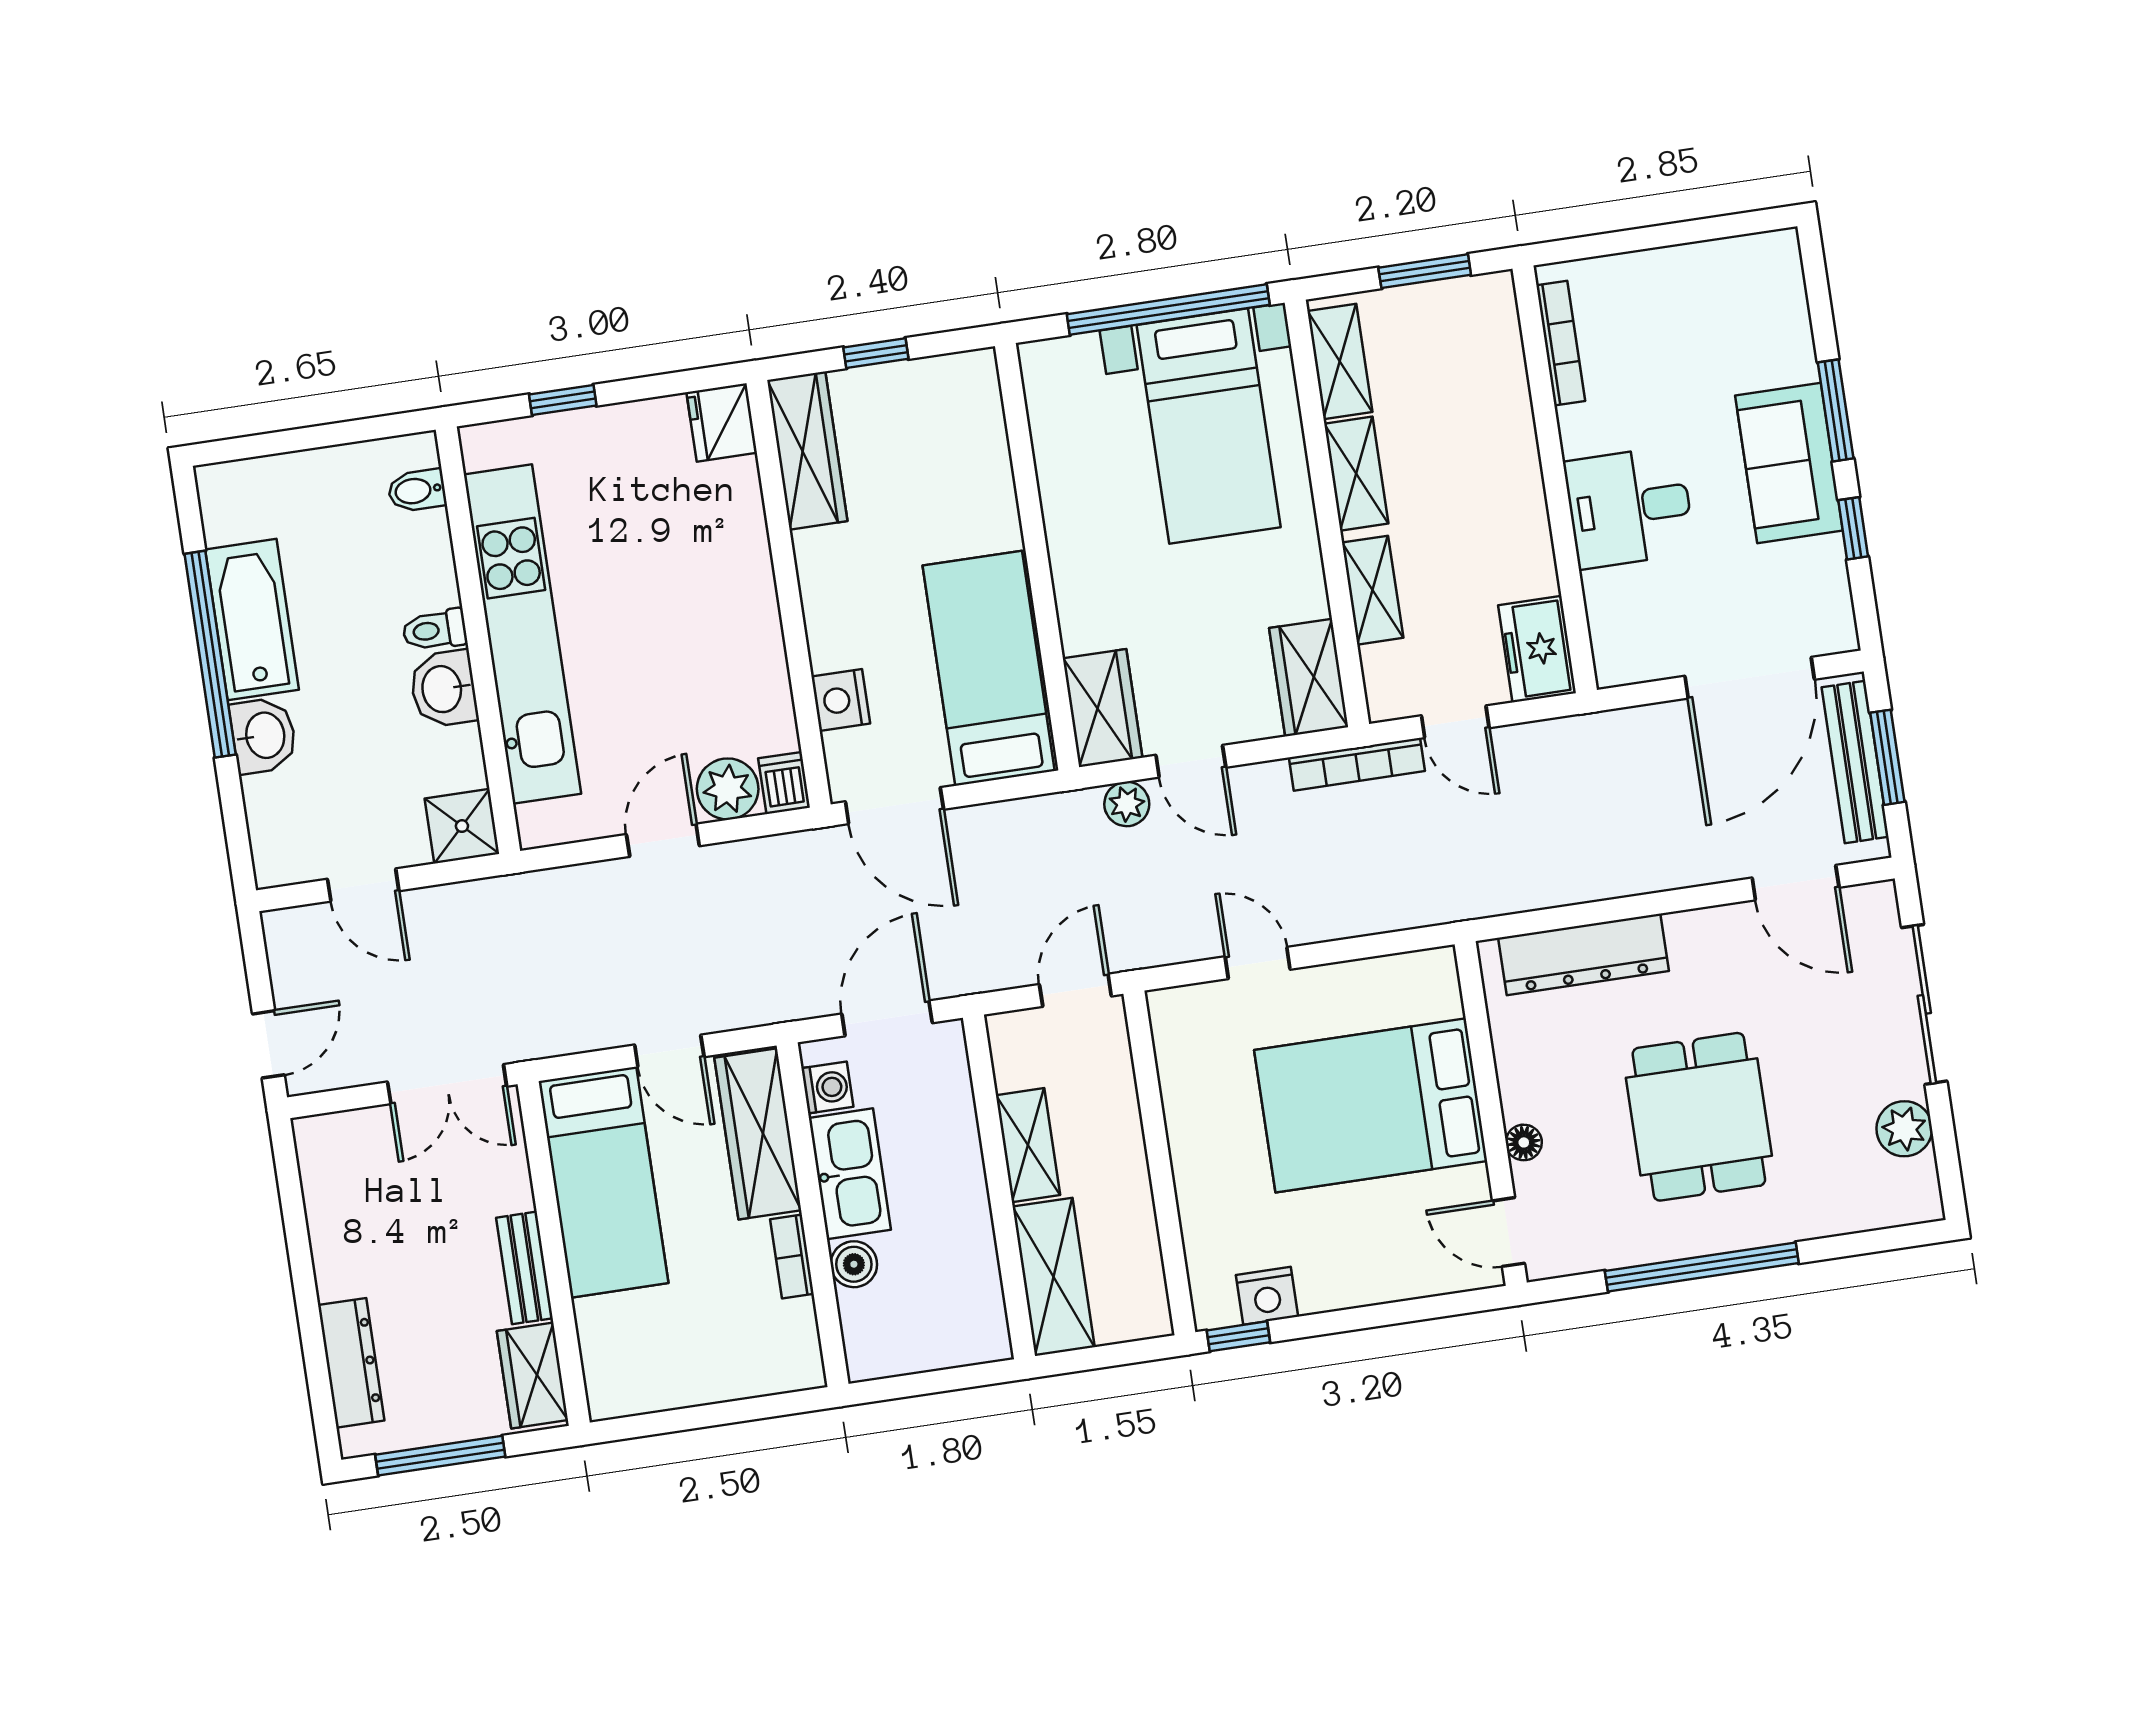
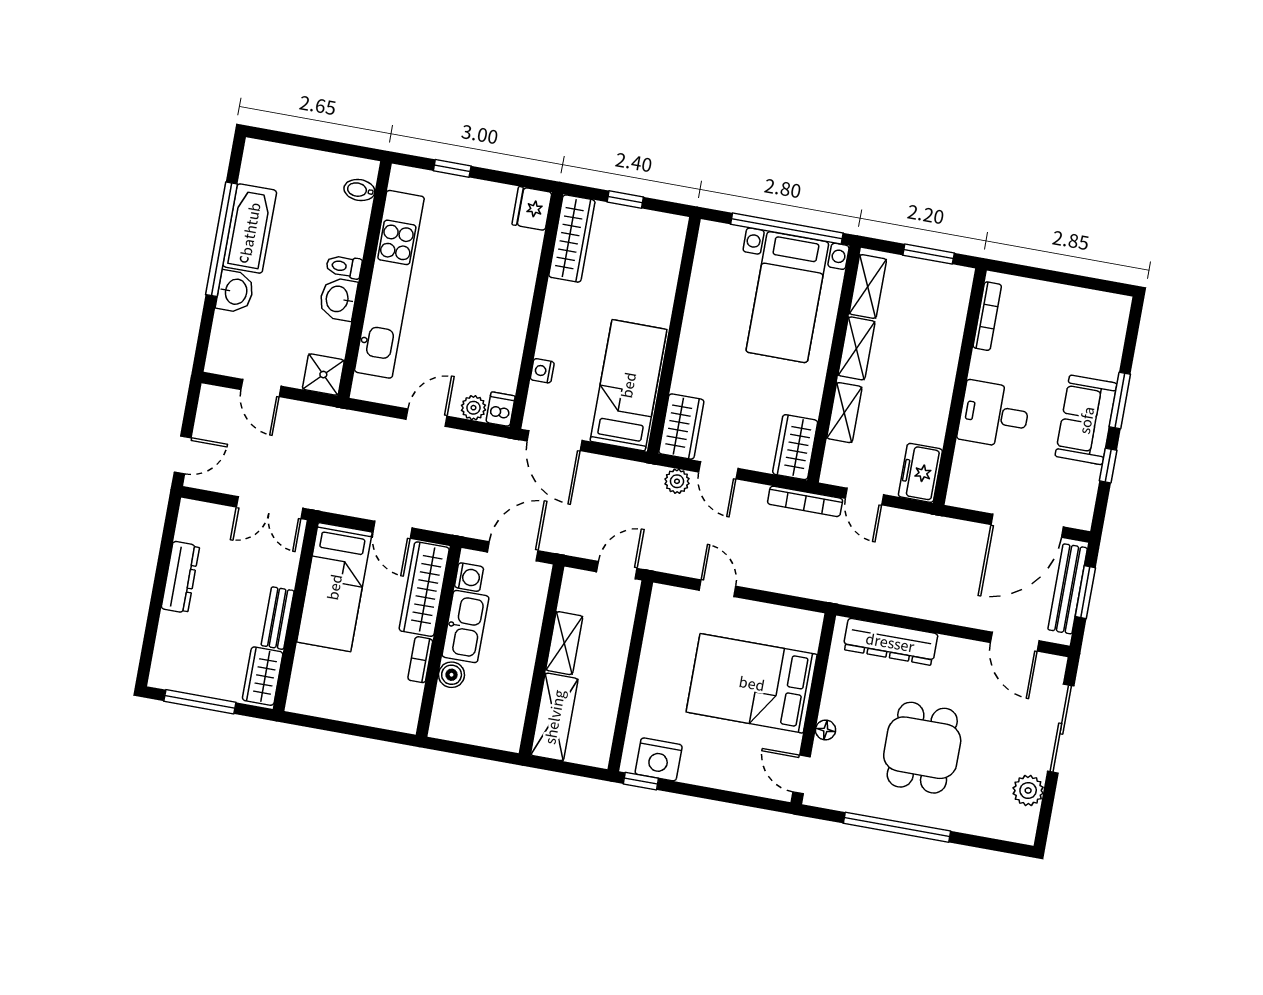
nightstand: (841, 700) -> (542, 371), width x0.72, depth x0.74
plant: (728, 789) -> (473, 408), width x0.73, depth x0.73
nightstand: (1267, 1296) -> (659, 759), width x1.36, depth x1.33
dresser: (351, 1363) -> (180, 577), moved

